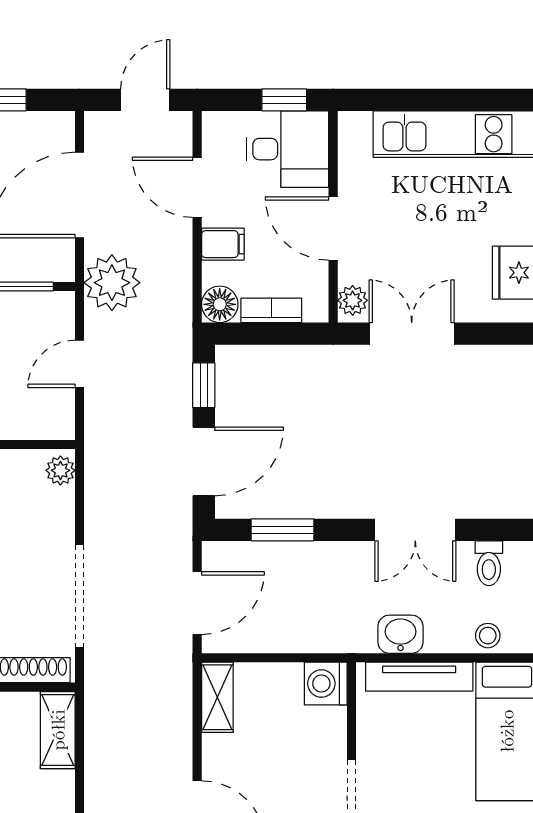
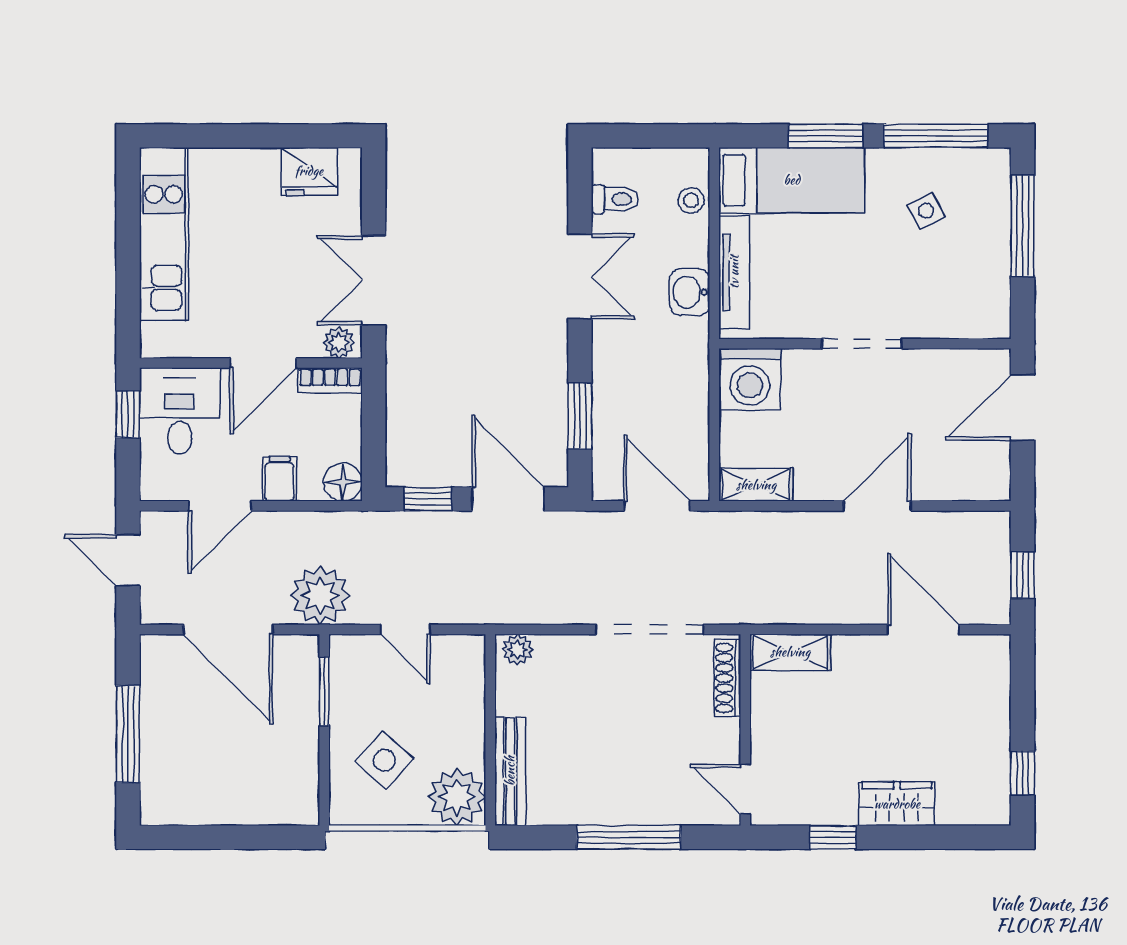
bookcase: (271, 310) -> (330, 380), moved, turned -90
washing machine: (326, 684) -> (750, 379), width x1.37, depth x1.37

